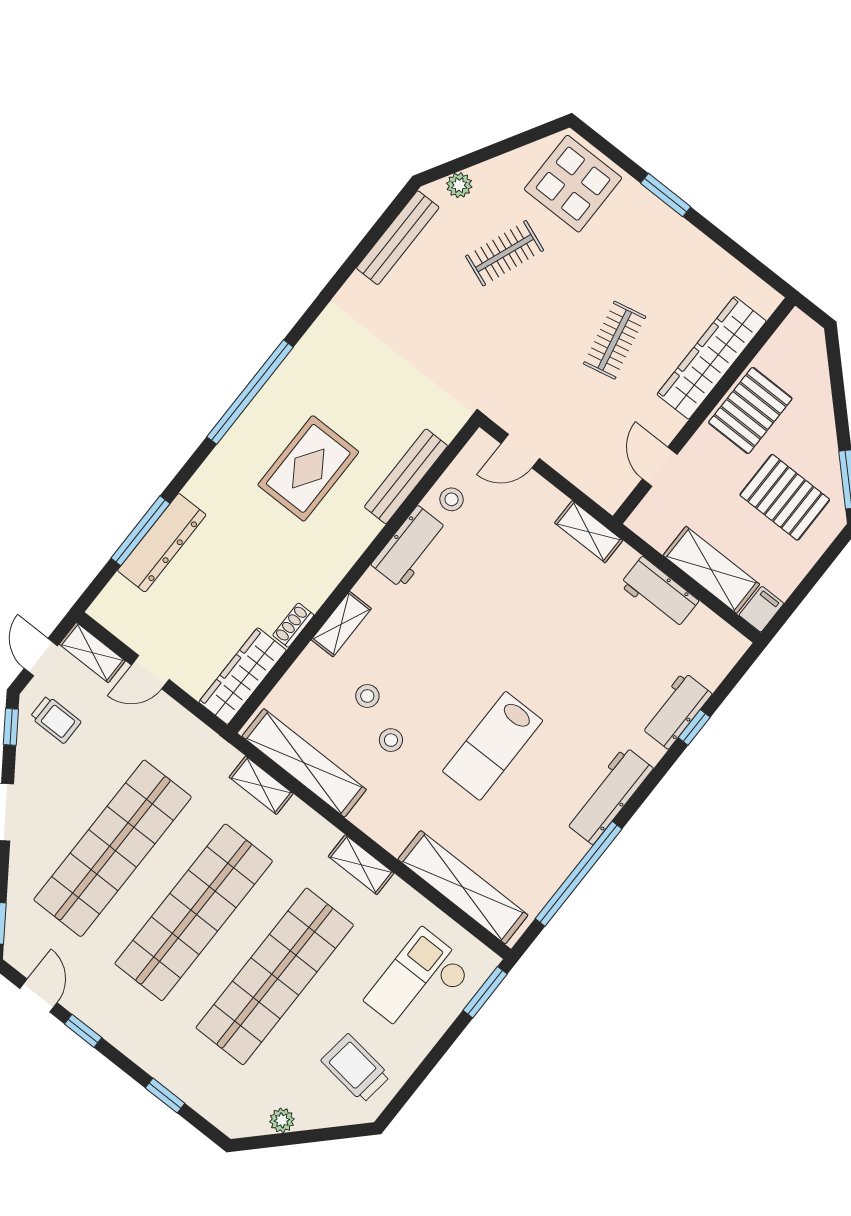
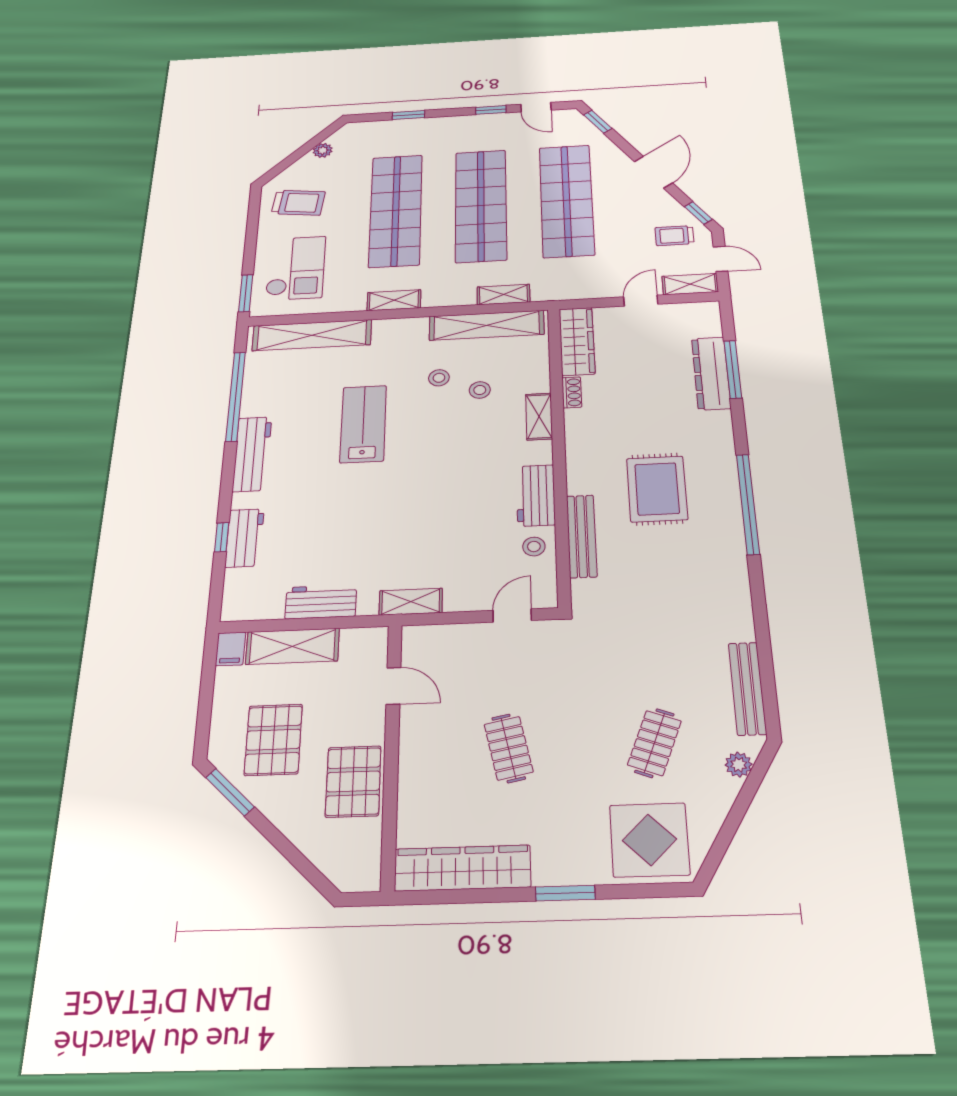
wardrobe: (712, 358) -> (462, 868), moved, turned -90
pallet: (785, 497) -> (273, 740), turned 90

